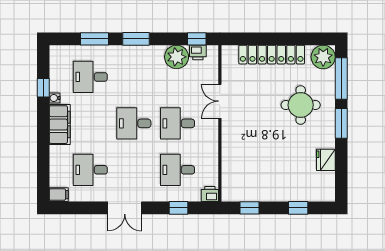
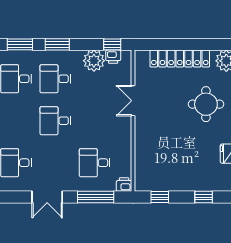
desk: (177, 123) -> (55, 79), moved
window: (178, 208) -> (96, 197), width x2.17

